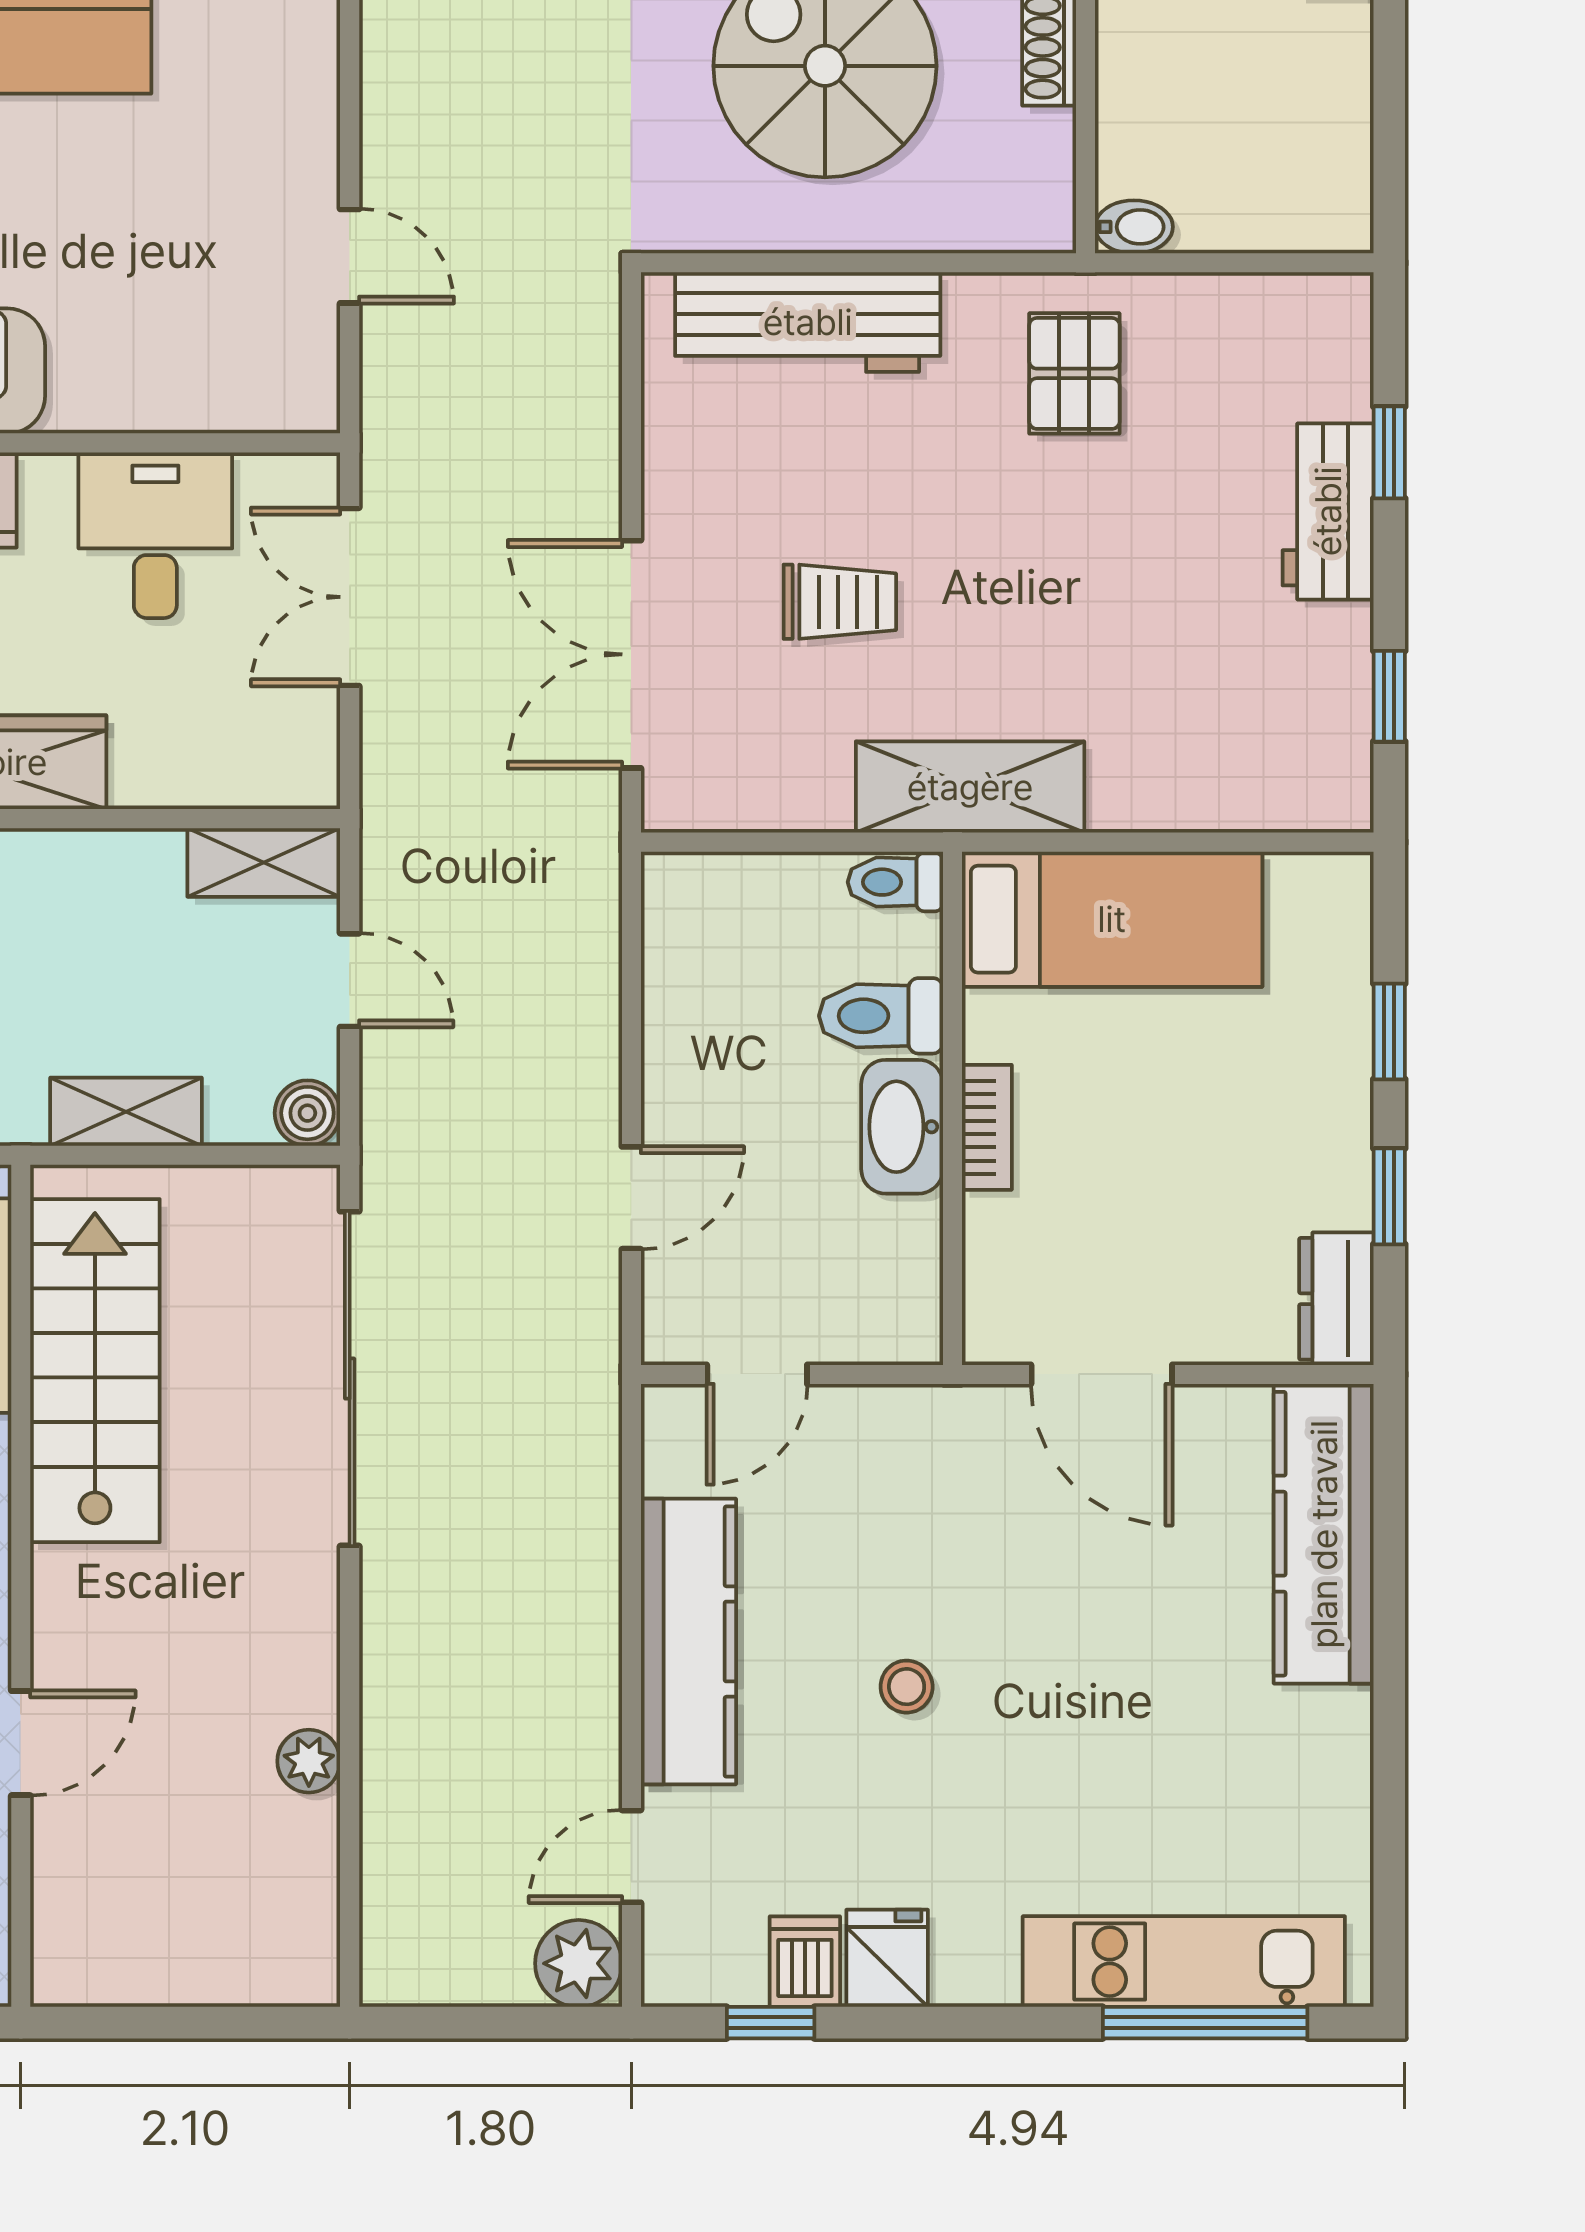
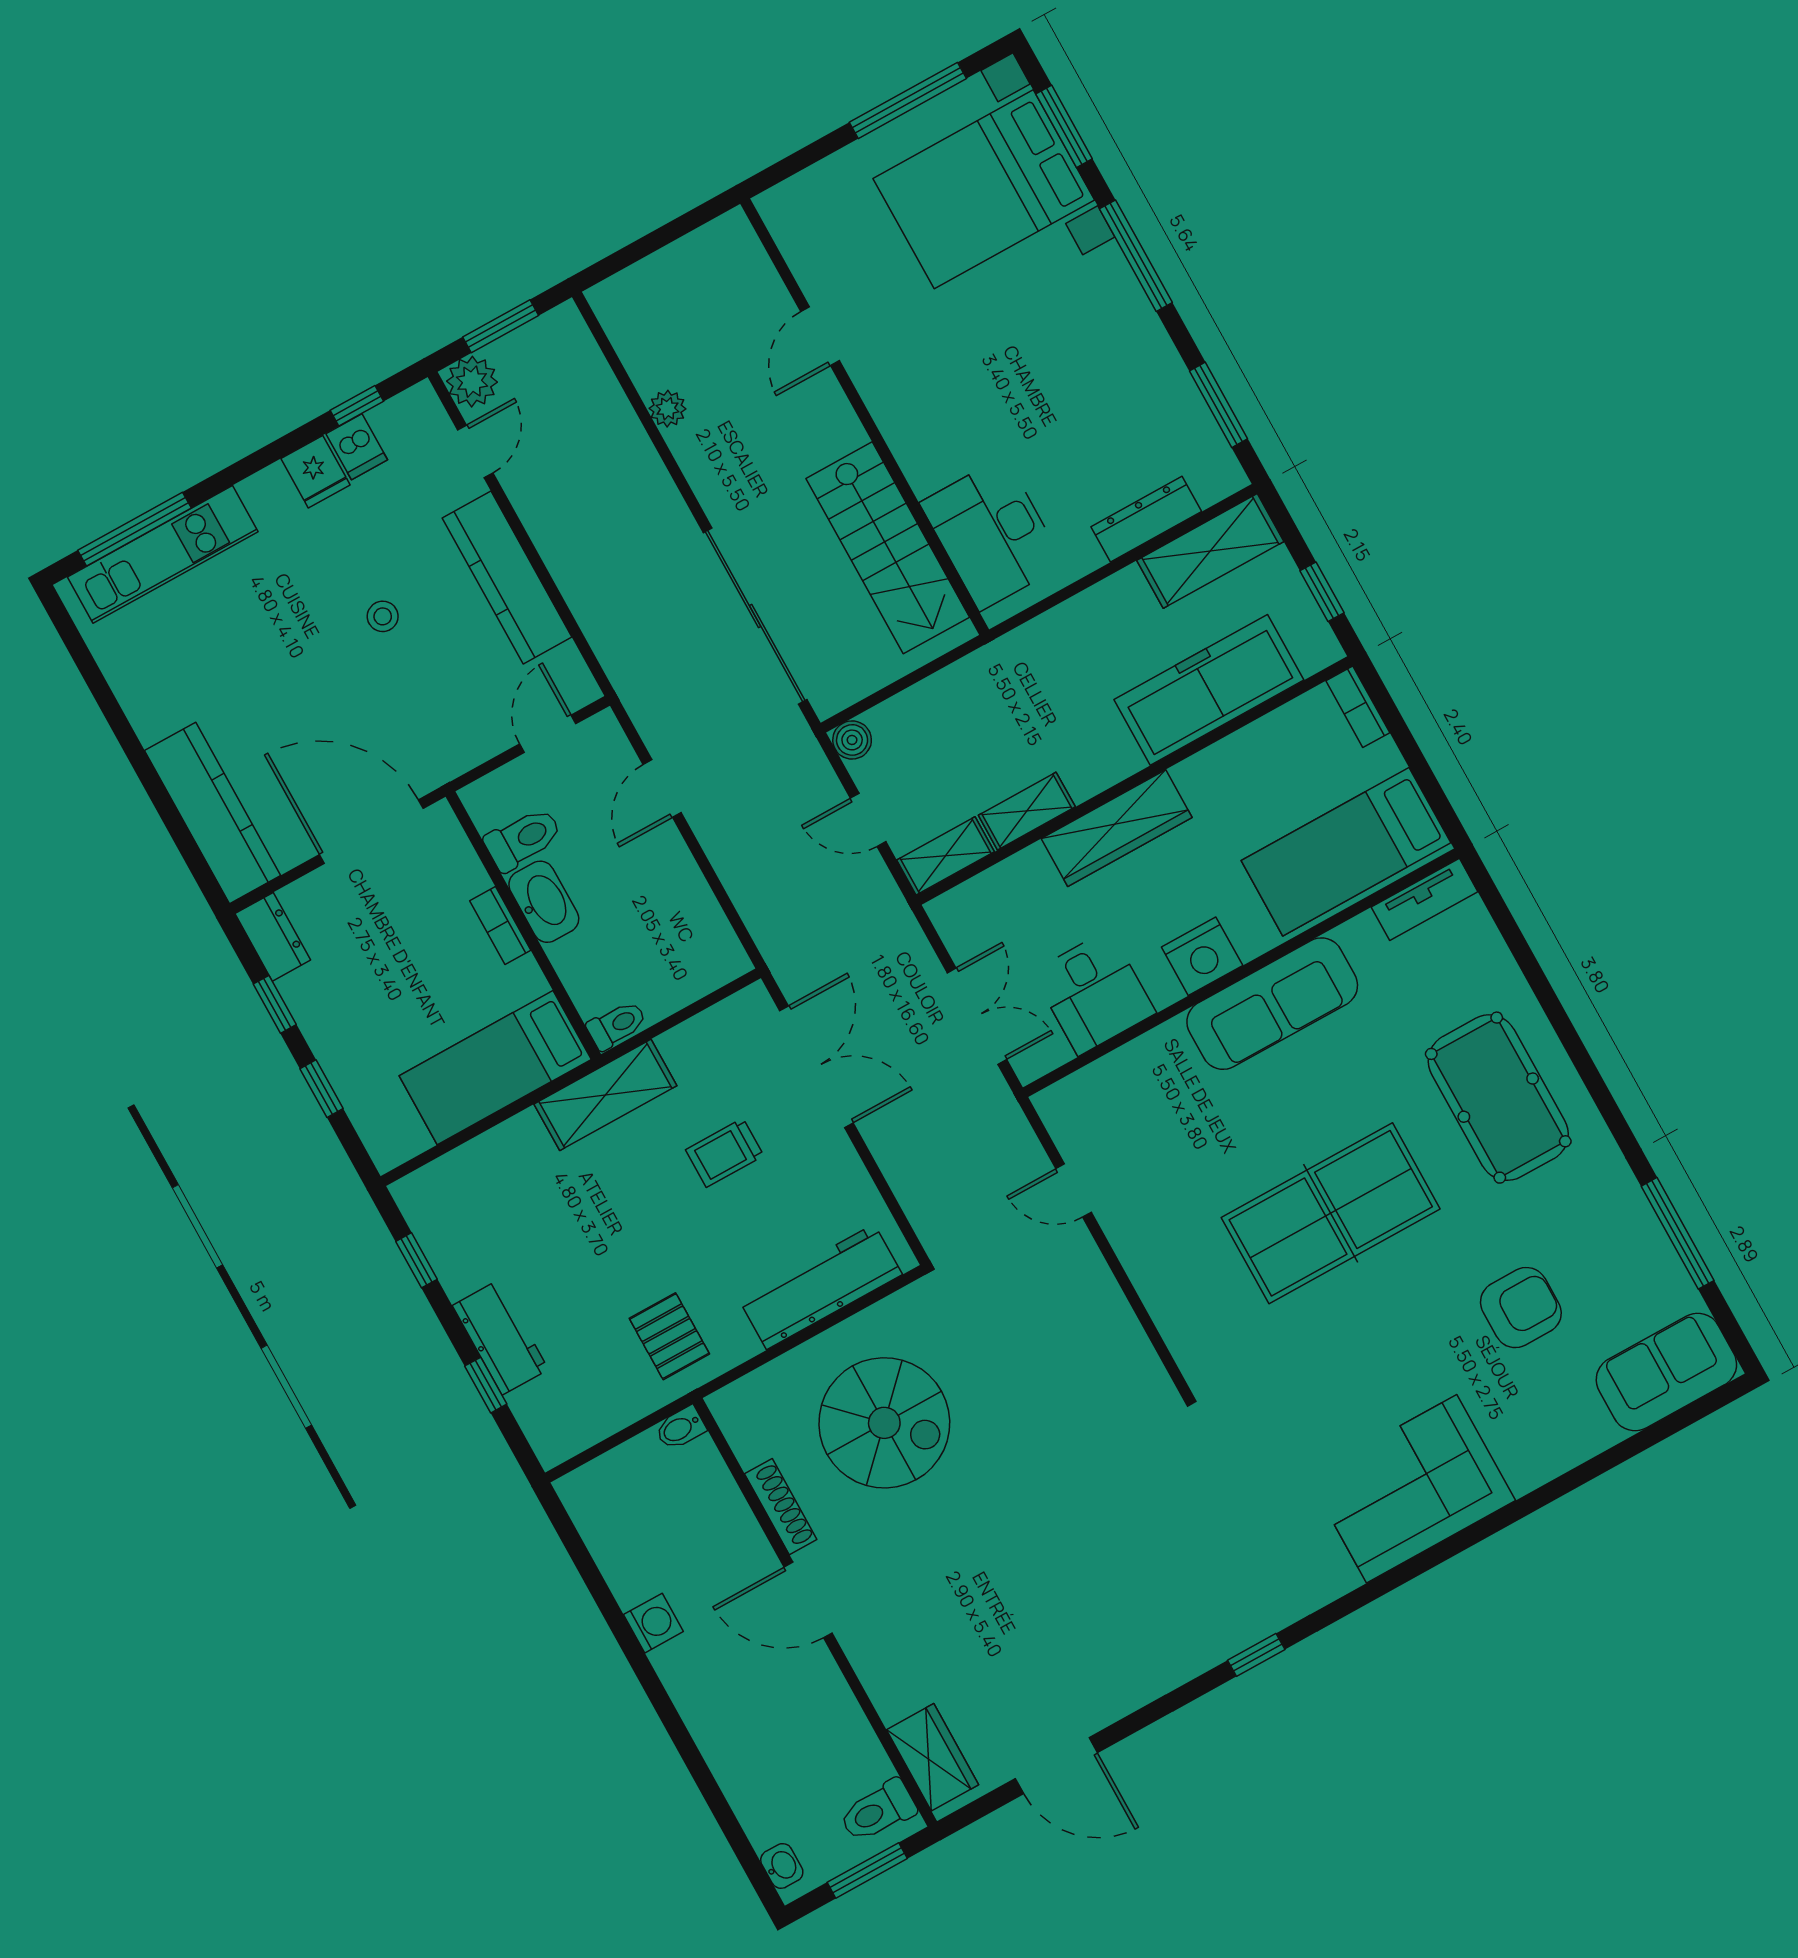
toilet: (881, 1016) -> (523, 839), moved
shelving: (126, 1112) -> (1027, 811), moved
door: (1102, 1374) -> (371, 832), width x1.36
window: (490, 2023) -> (501, 326), added

